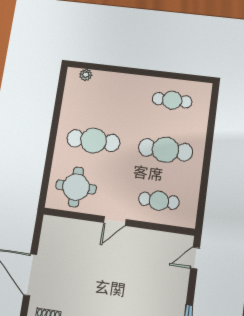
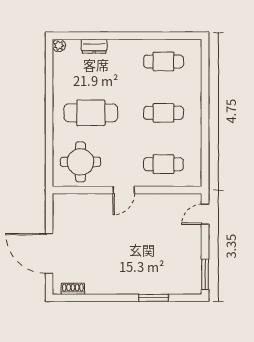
plant: (86, 75) -> (59, 45), moved
dresser: (106, 78) -> (94, 46), added
cafe table: (166, 150) -> (163, 113), width x0.73, depth x0.74

